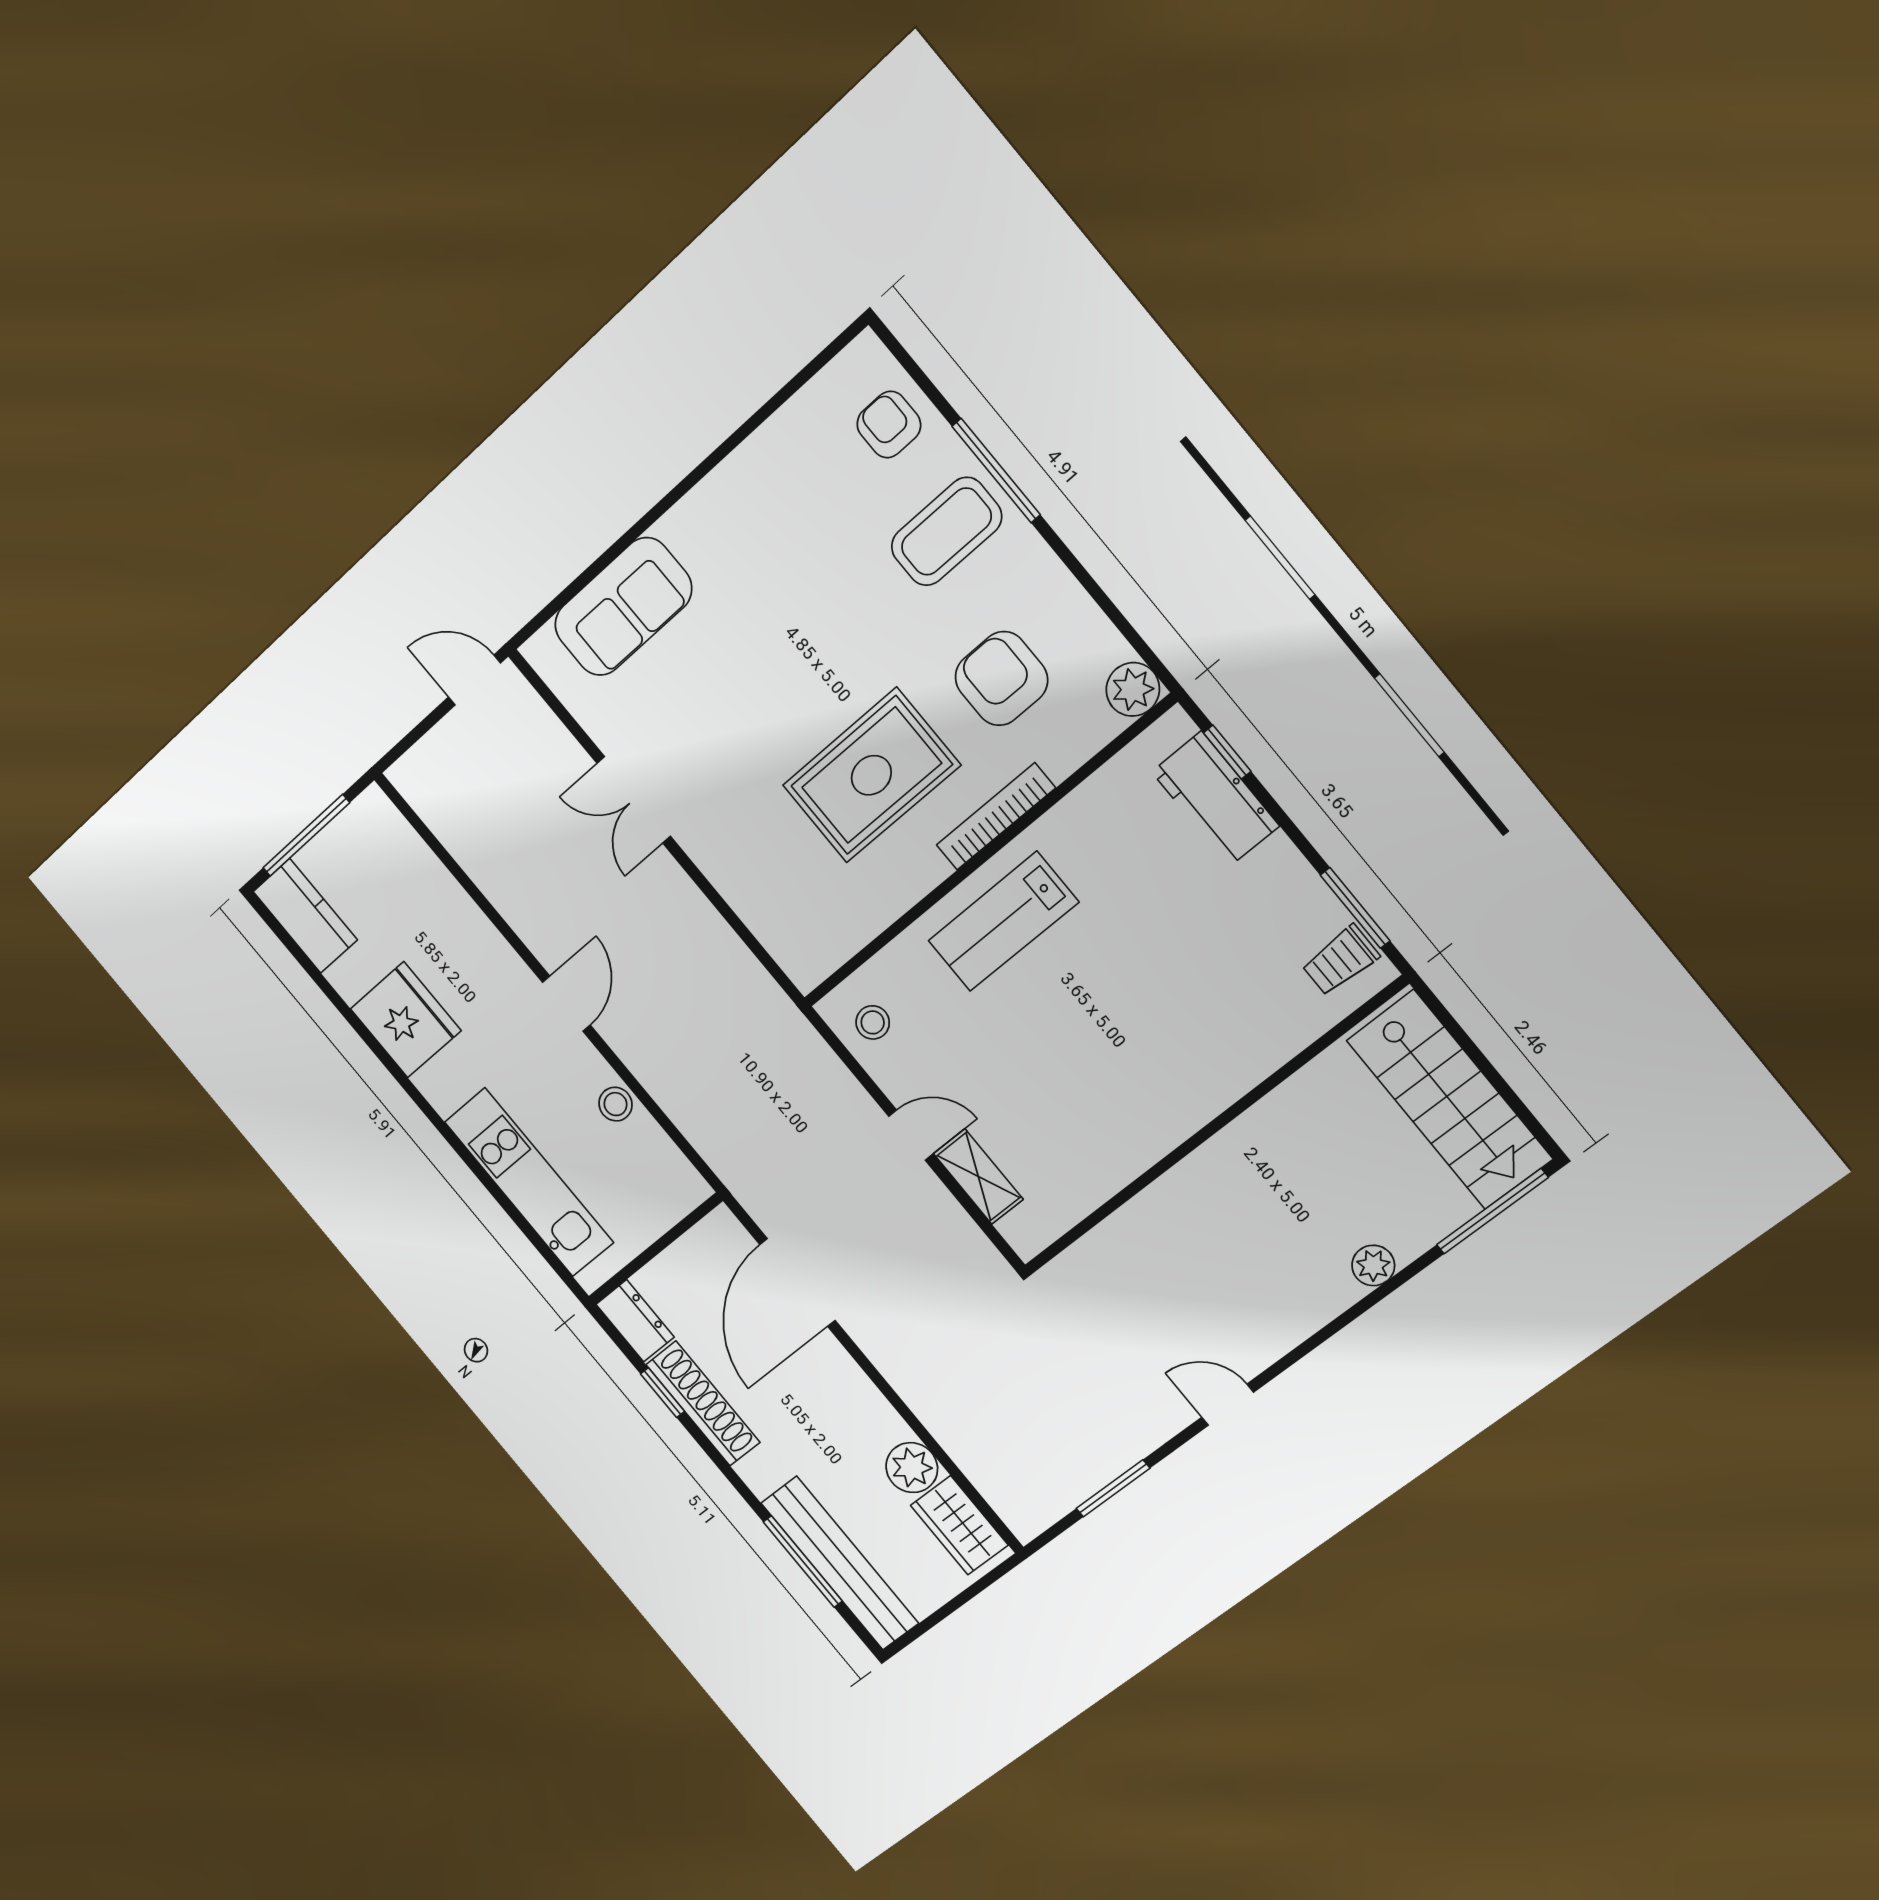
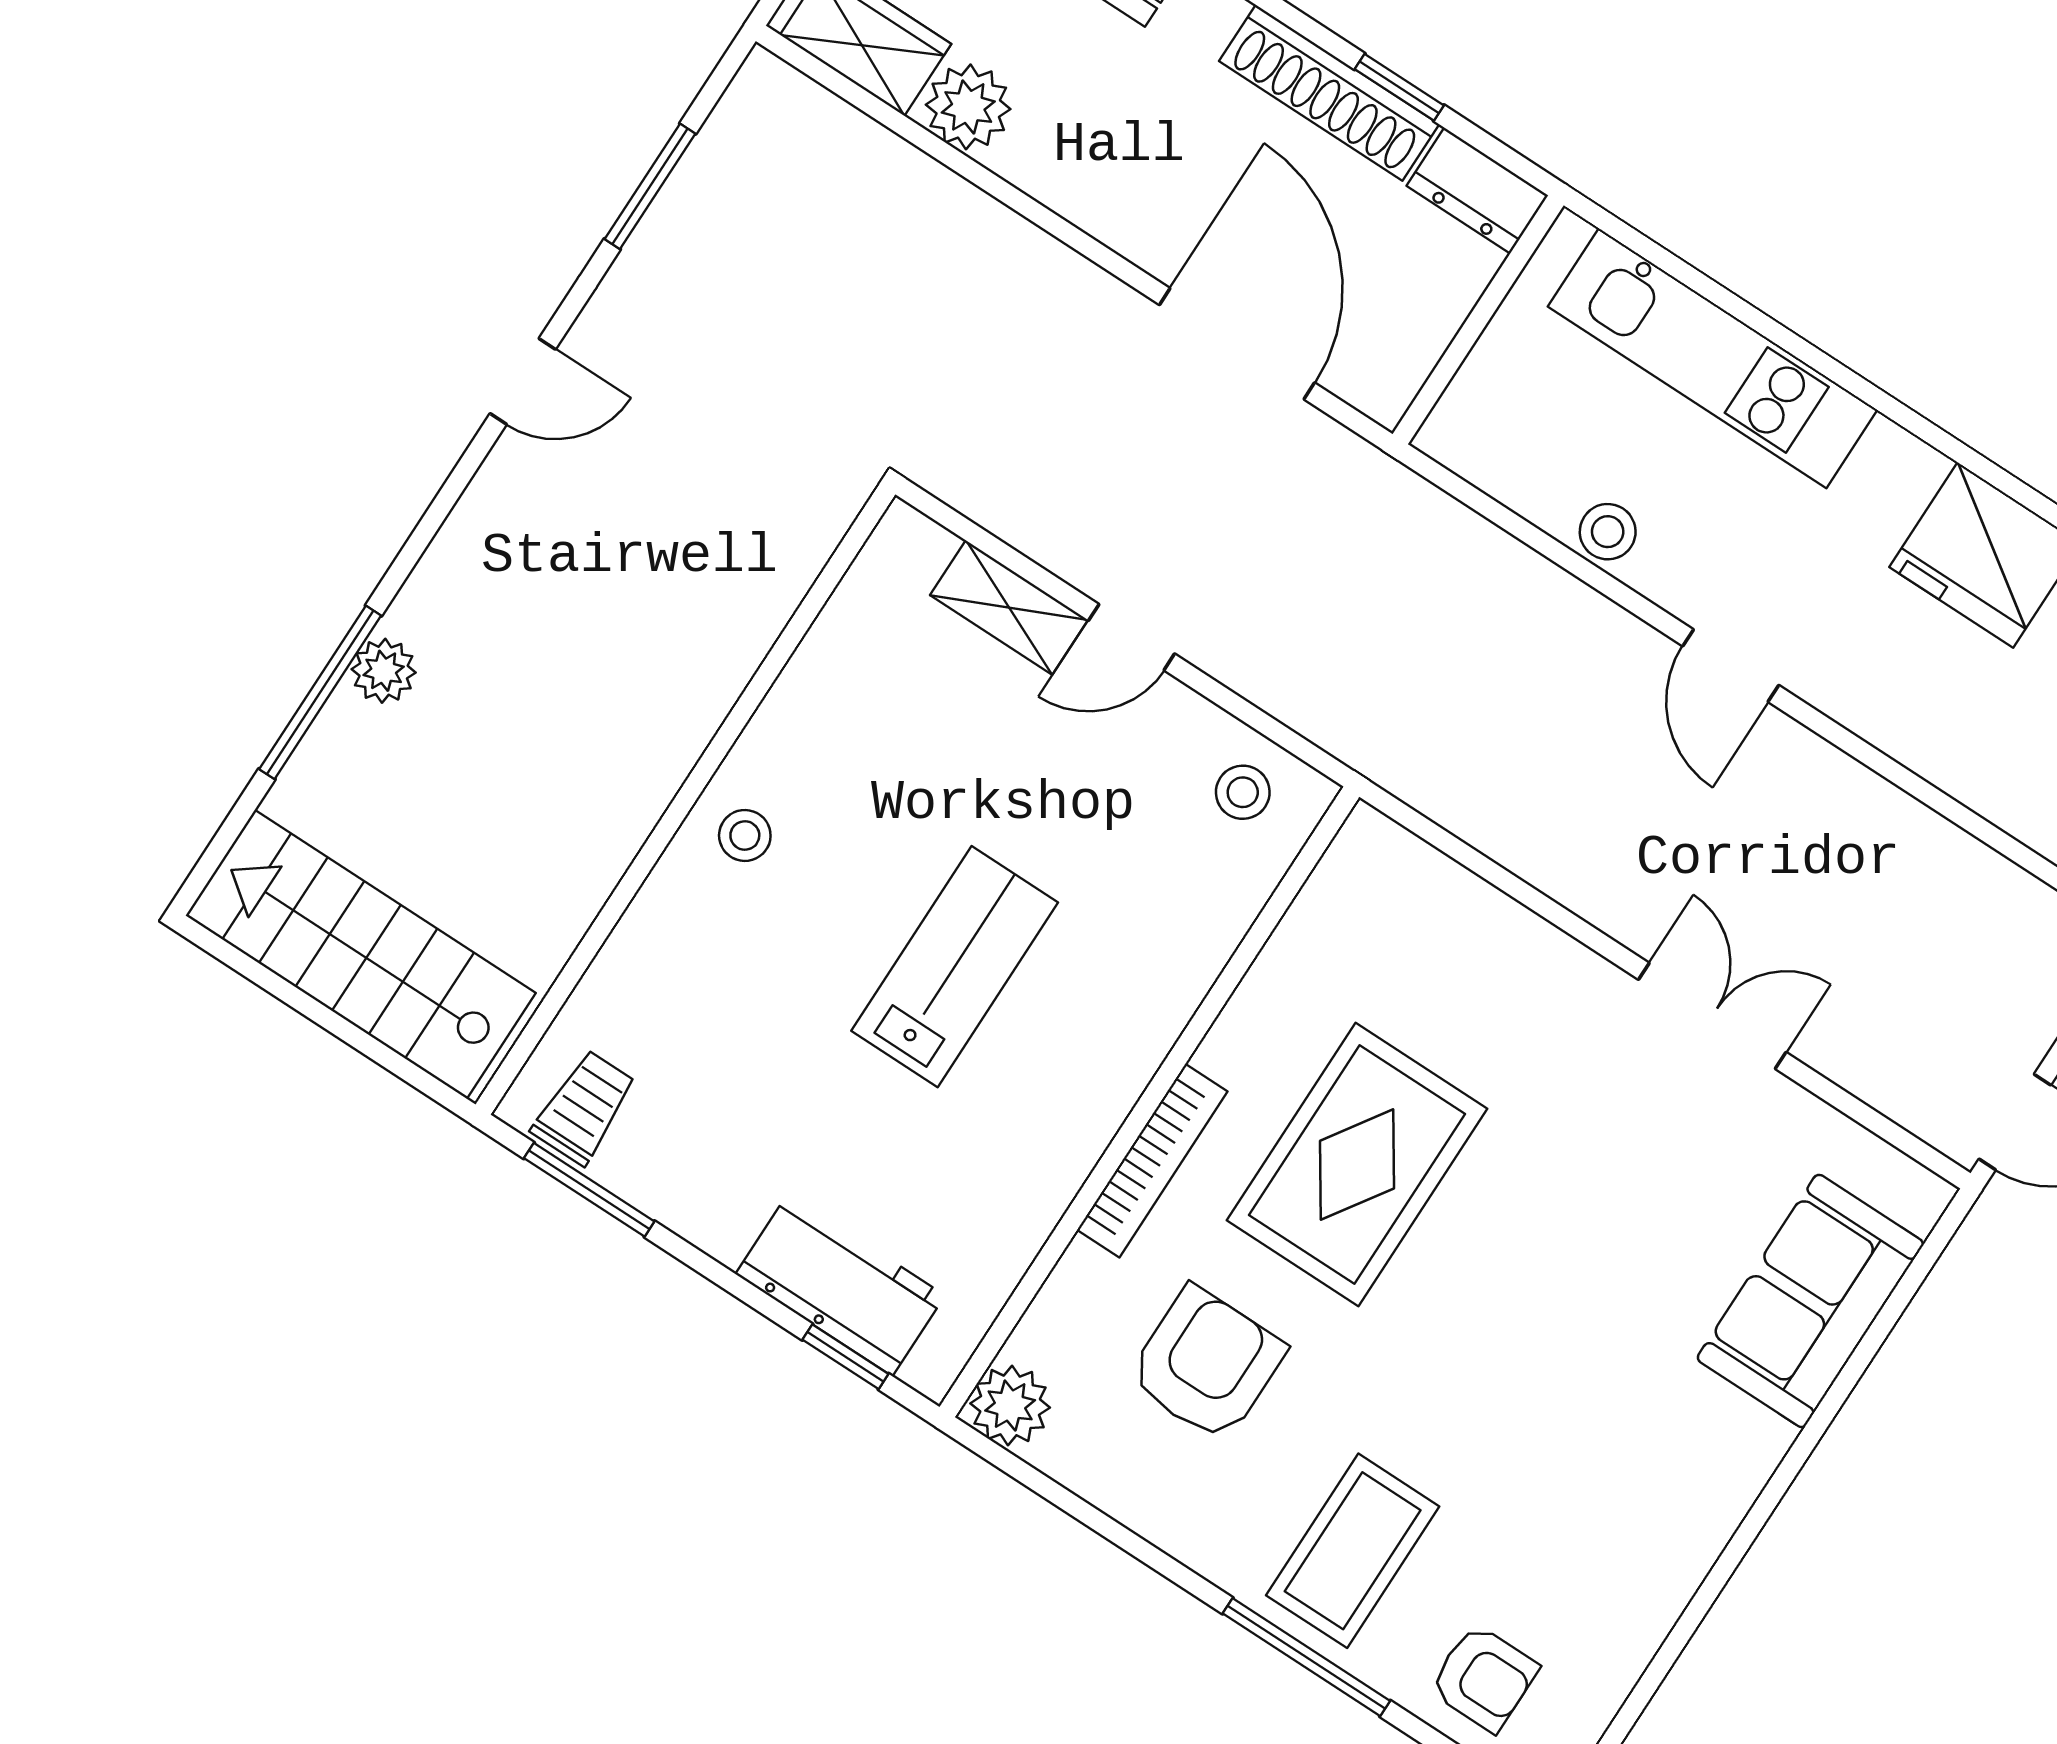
armchair: (1001, 679) -> (1207, 1364), turned -90
lab bench: (1003, 922) -> (955, 967), moved
stool: (1183, 1094) -> (745, 835), added
window: (1492, 1211) -> (320, 692), moved

